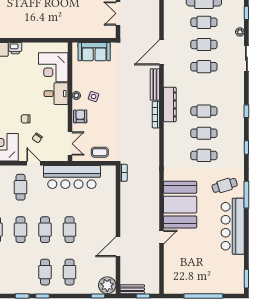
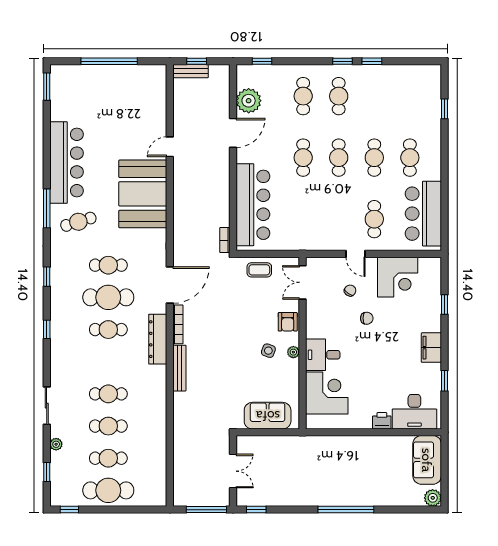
door: (161, 52) -> (170, 285), moved
cafe table: (204, 133) -> (108, 297), width x1.37, depth x1.35
bar counter: (72, 177) -> (253, 205), moved, turned 90
plant: (107, 285) -> (249, 101), moved
bench: (132, 289) -> (191, 71), moved

